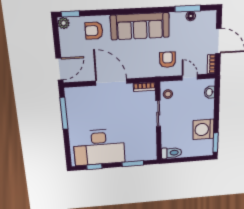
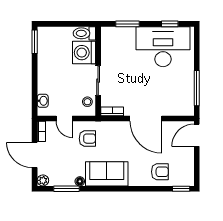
floor lamp: (191, 16) -> (80, 181), moved
plant: (64, 23) -> (43, 180), moved
sofa: (140, 26) -> (107, 174), width x0.73
armchair: (168, 60) -> (87, 139), turned -90
washing machine: (203, 129) -> (84, 53), moved, turned 180

